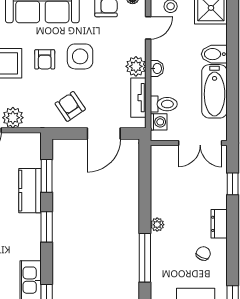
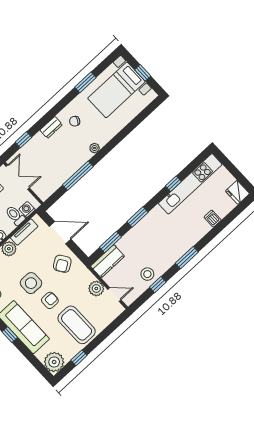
kitchen counter: (30, 191) -> (107, 261), moved
plant: (157, 225) -> (95, 148), moved
window: (145, 258) -> (78, 176), moved

